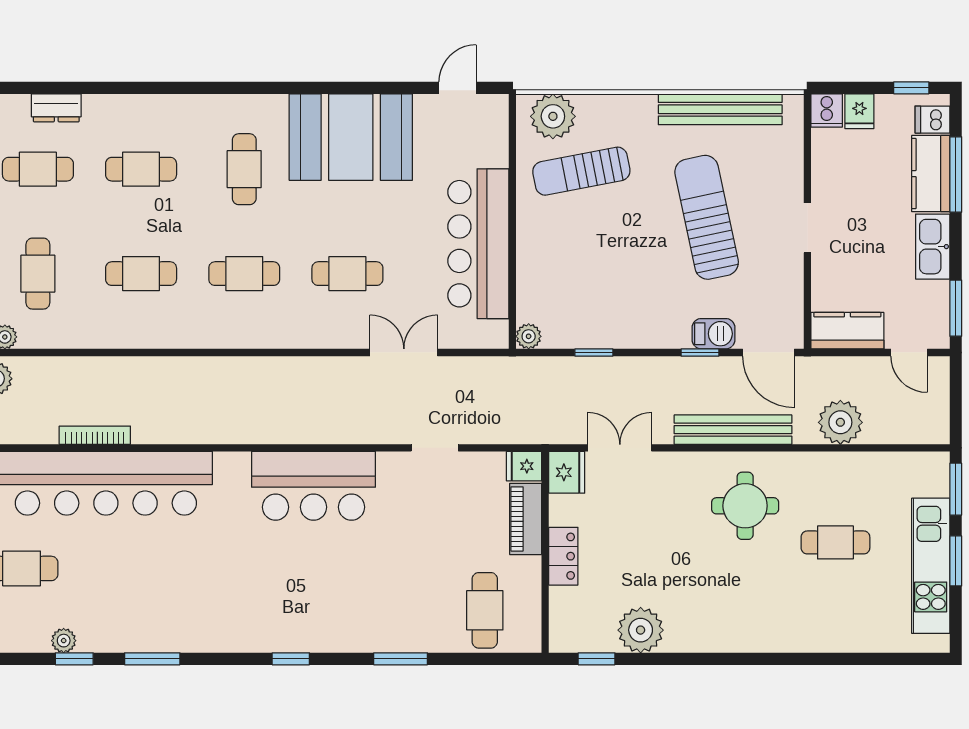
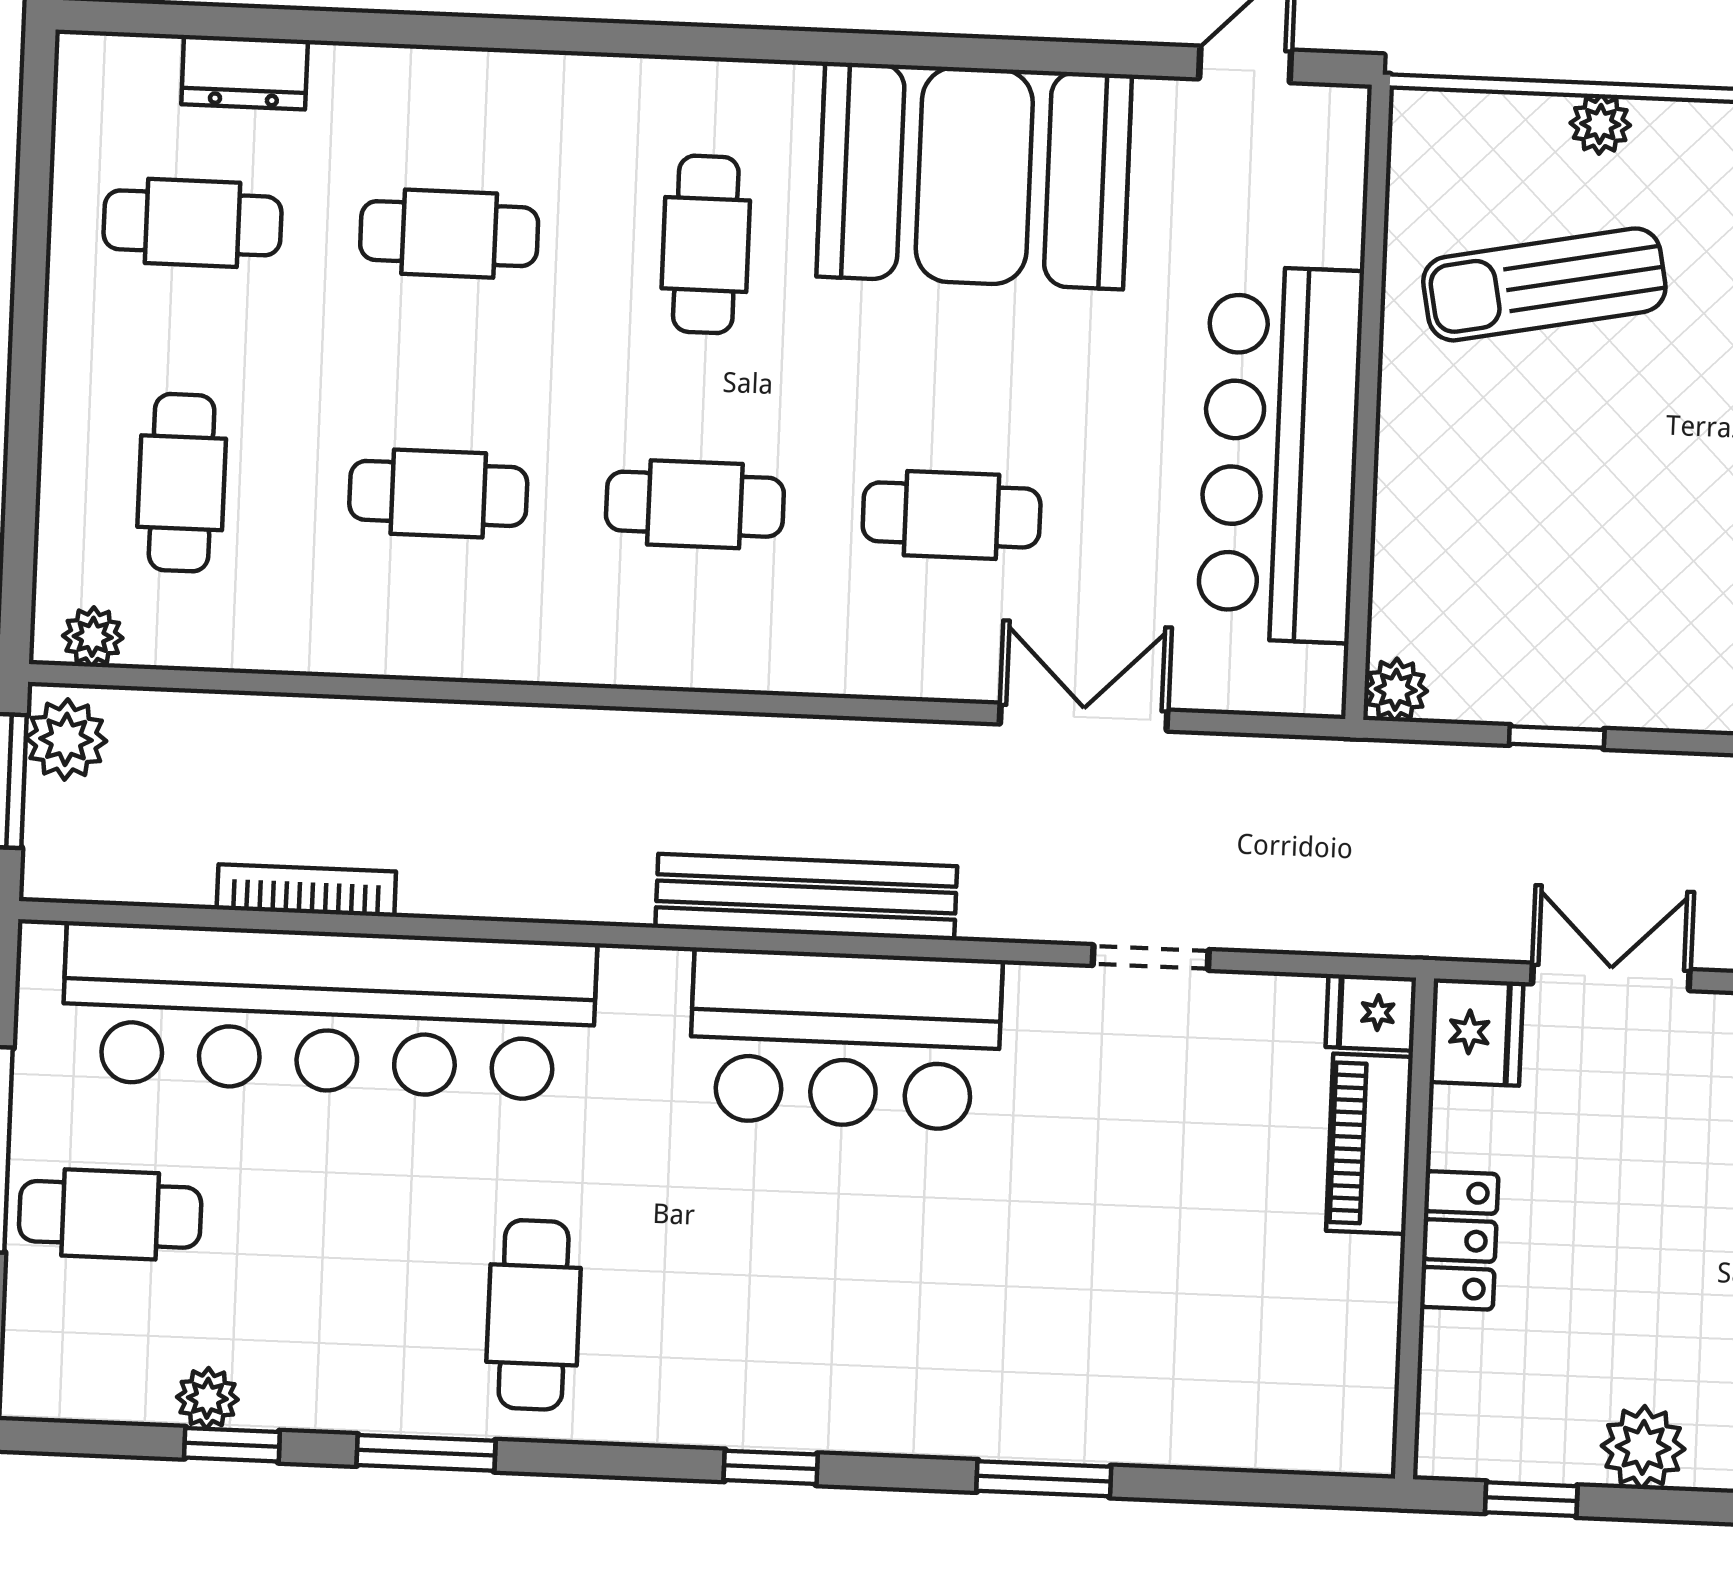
plant: (553, 116) -> (1600, 124), moved, width x0.53, depth x0.53
bench: (295, 429) -> (806, 897), added
cafe table: (485, 610) -> (534, 1315), moved
plant: (641, 630) -> (1643, 1447), width x0.73, depth x0.73

